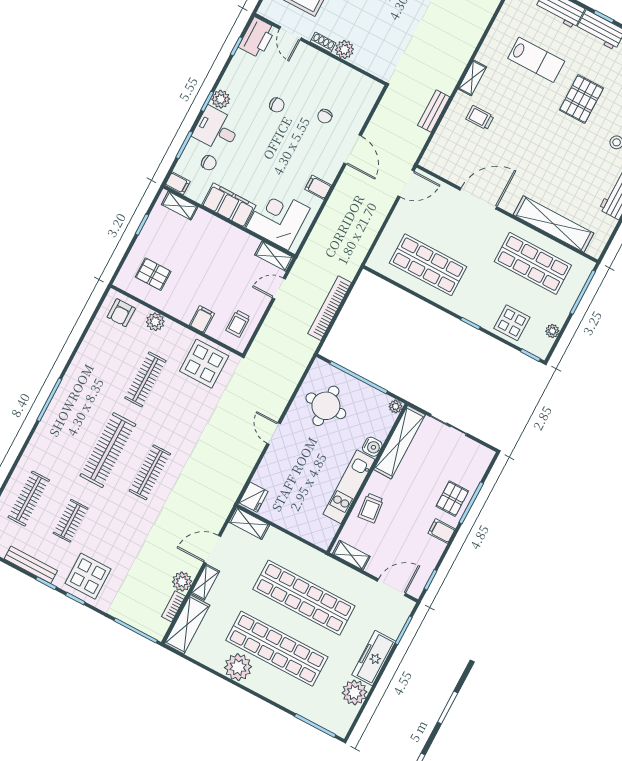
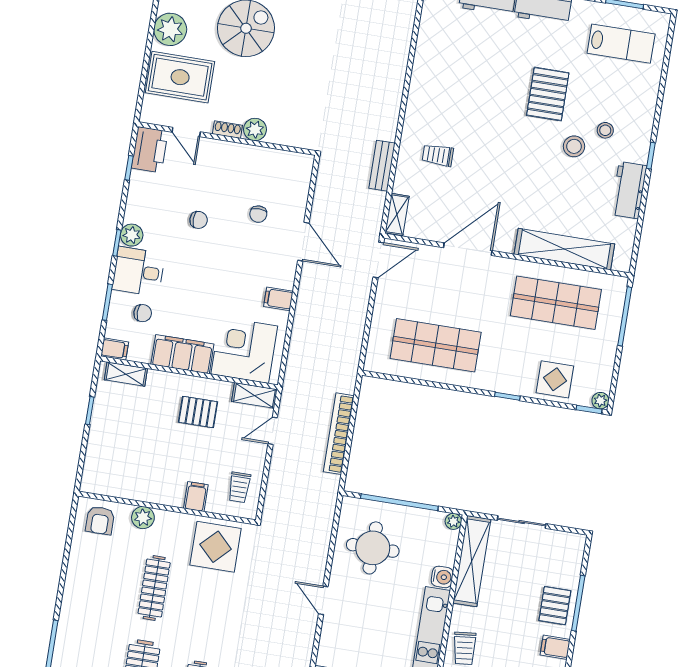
lab bench: (536, 60) -> (480, 66), removed
shelving: (472, 78) -> (397, 215), moved
stool: (588, 147) -> (574, 146), added
pallet: (153, 274) -> (198, 412), moved
plant: (552, 331) -> (600, 401), moved

